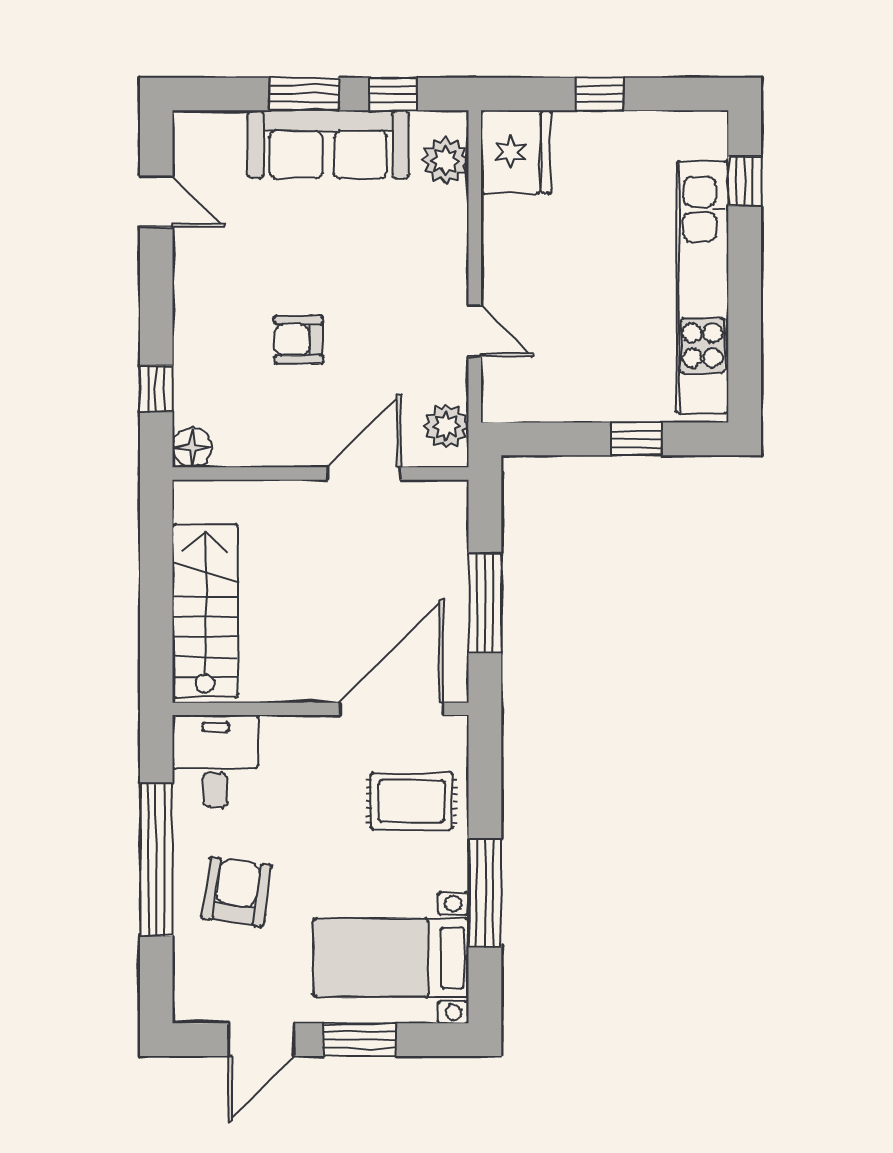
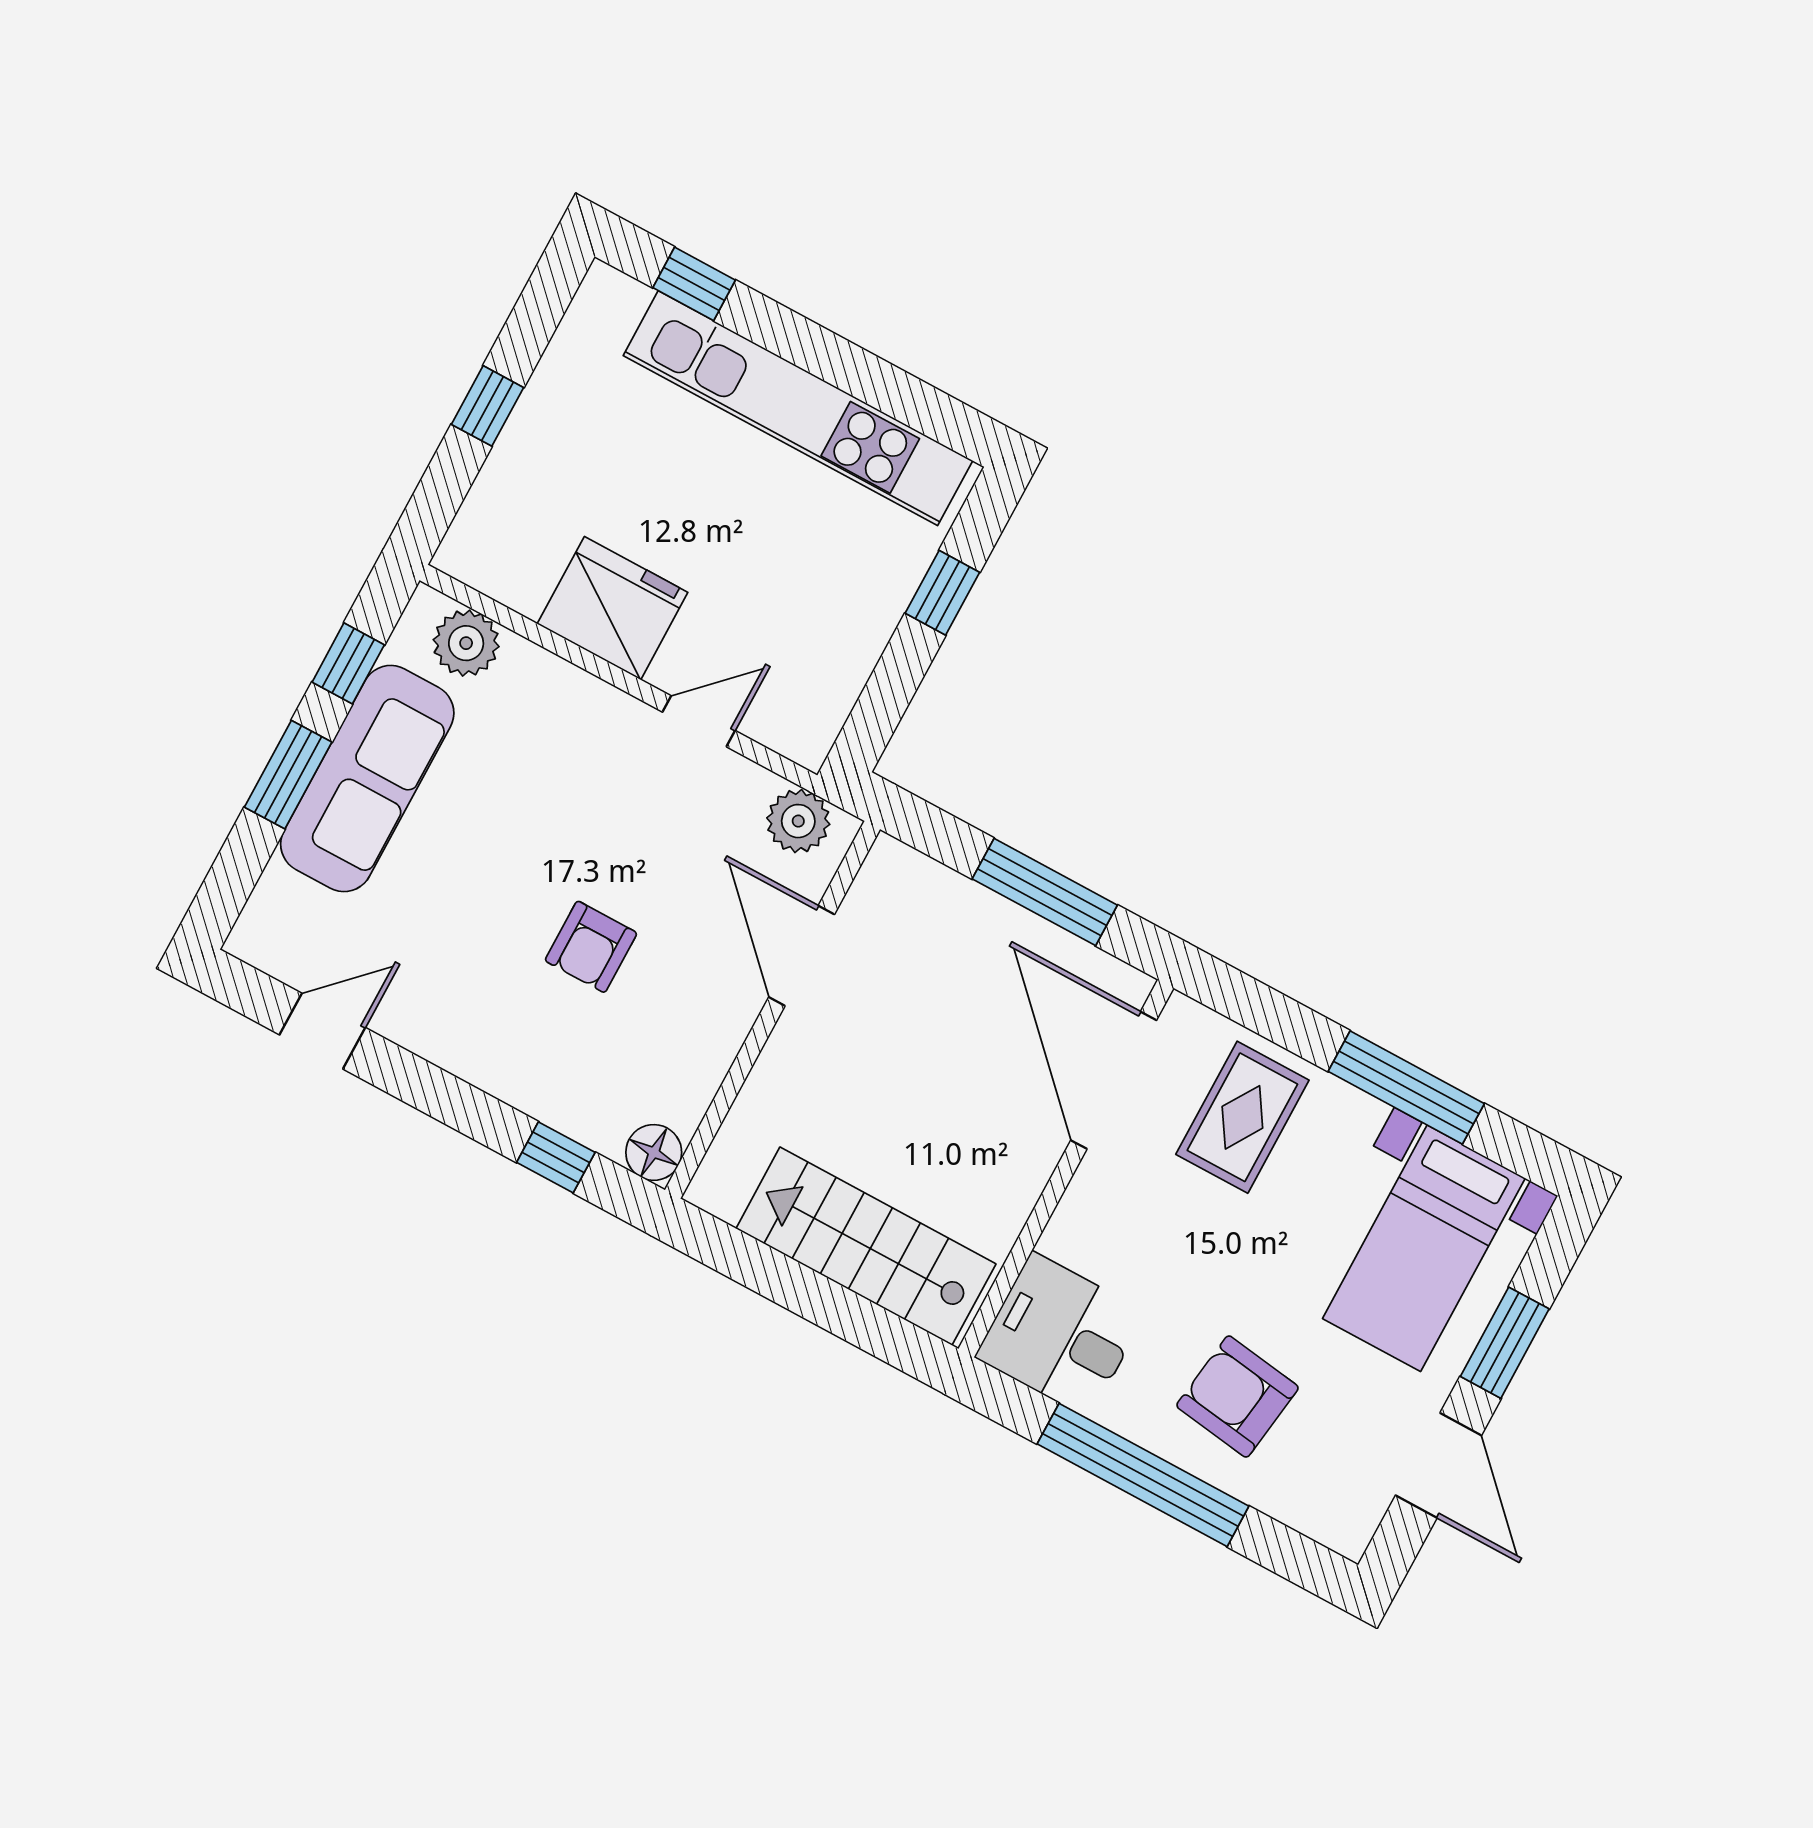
fridge: (516, 152) -> (612, 608), moved

